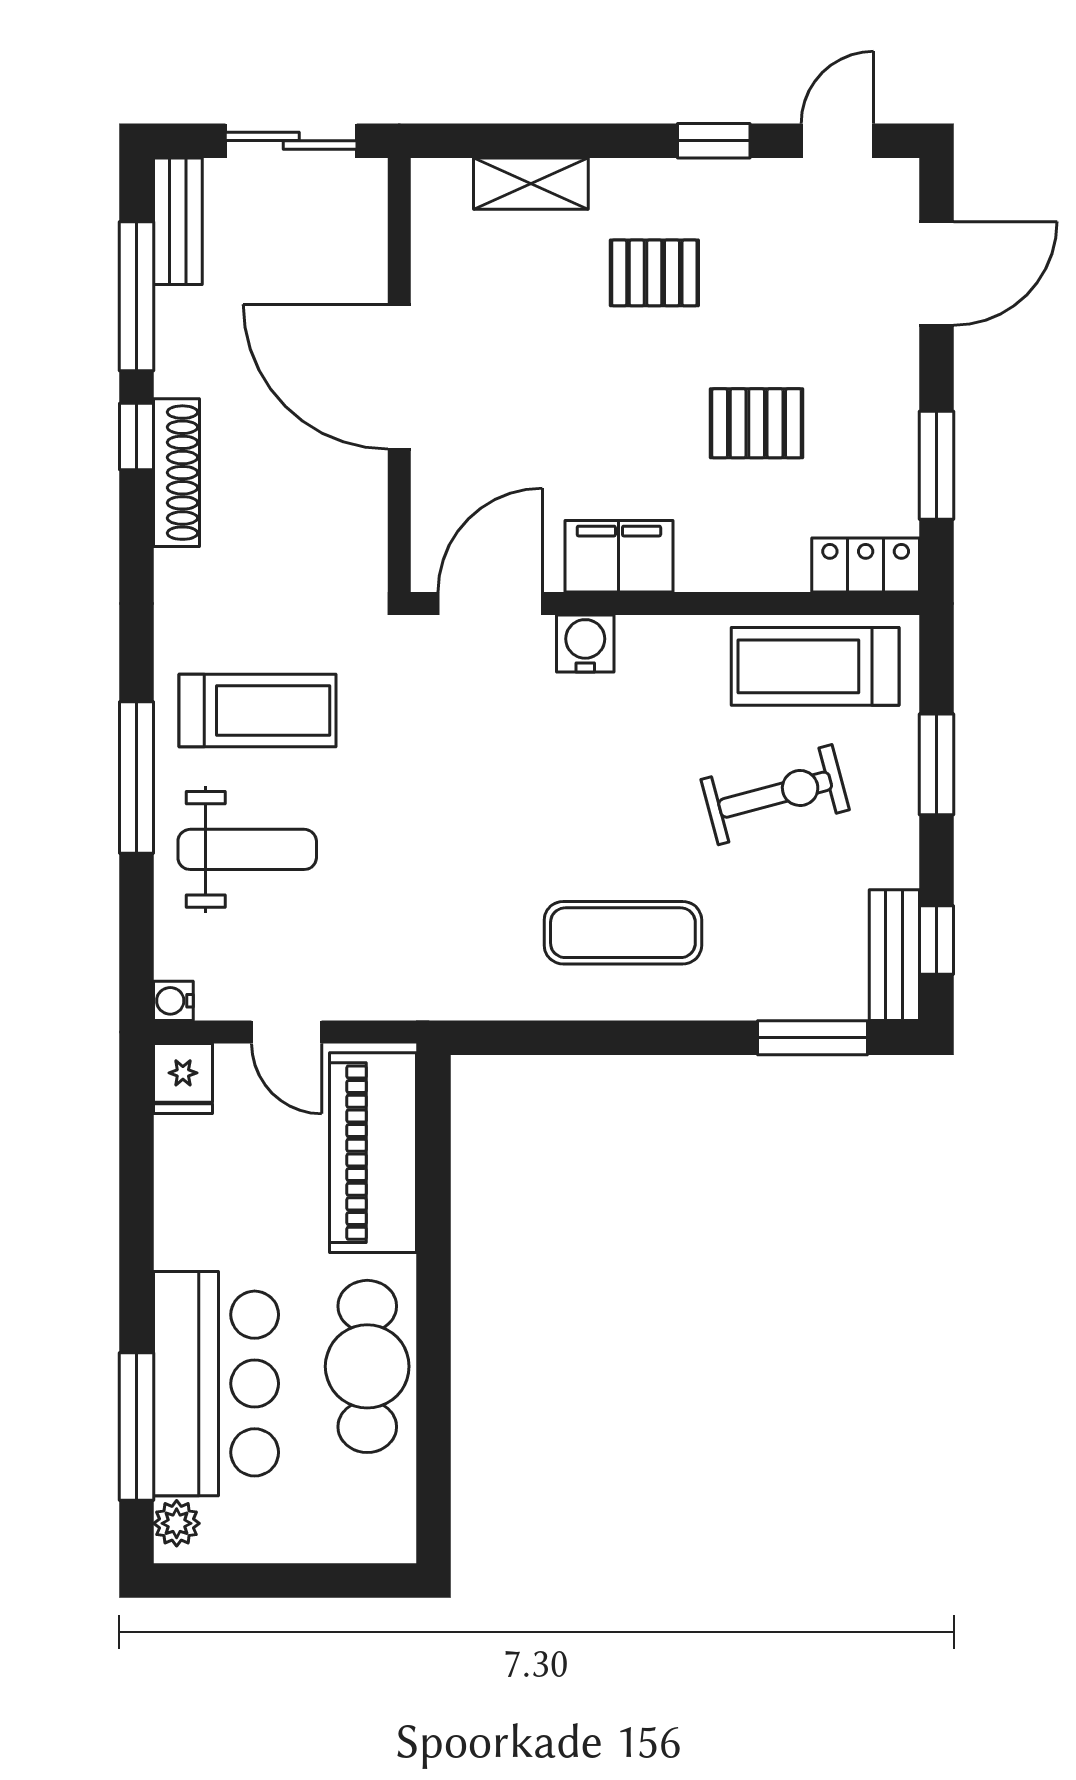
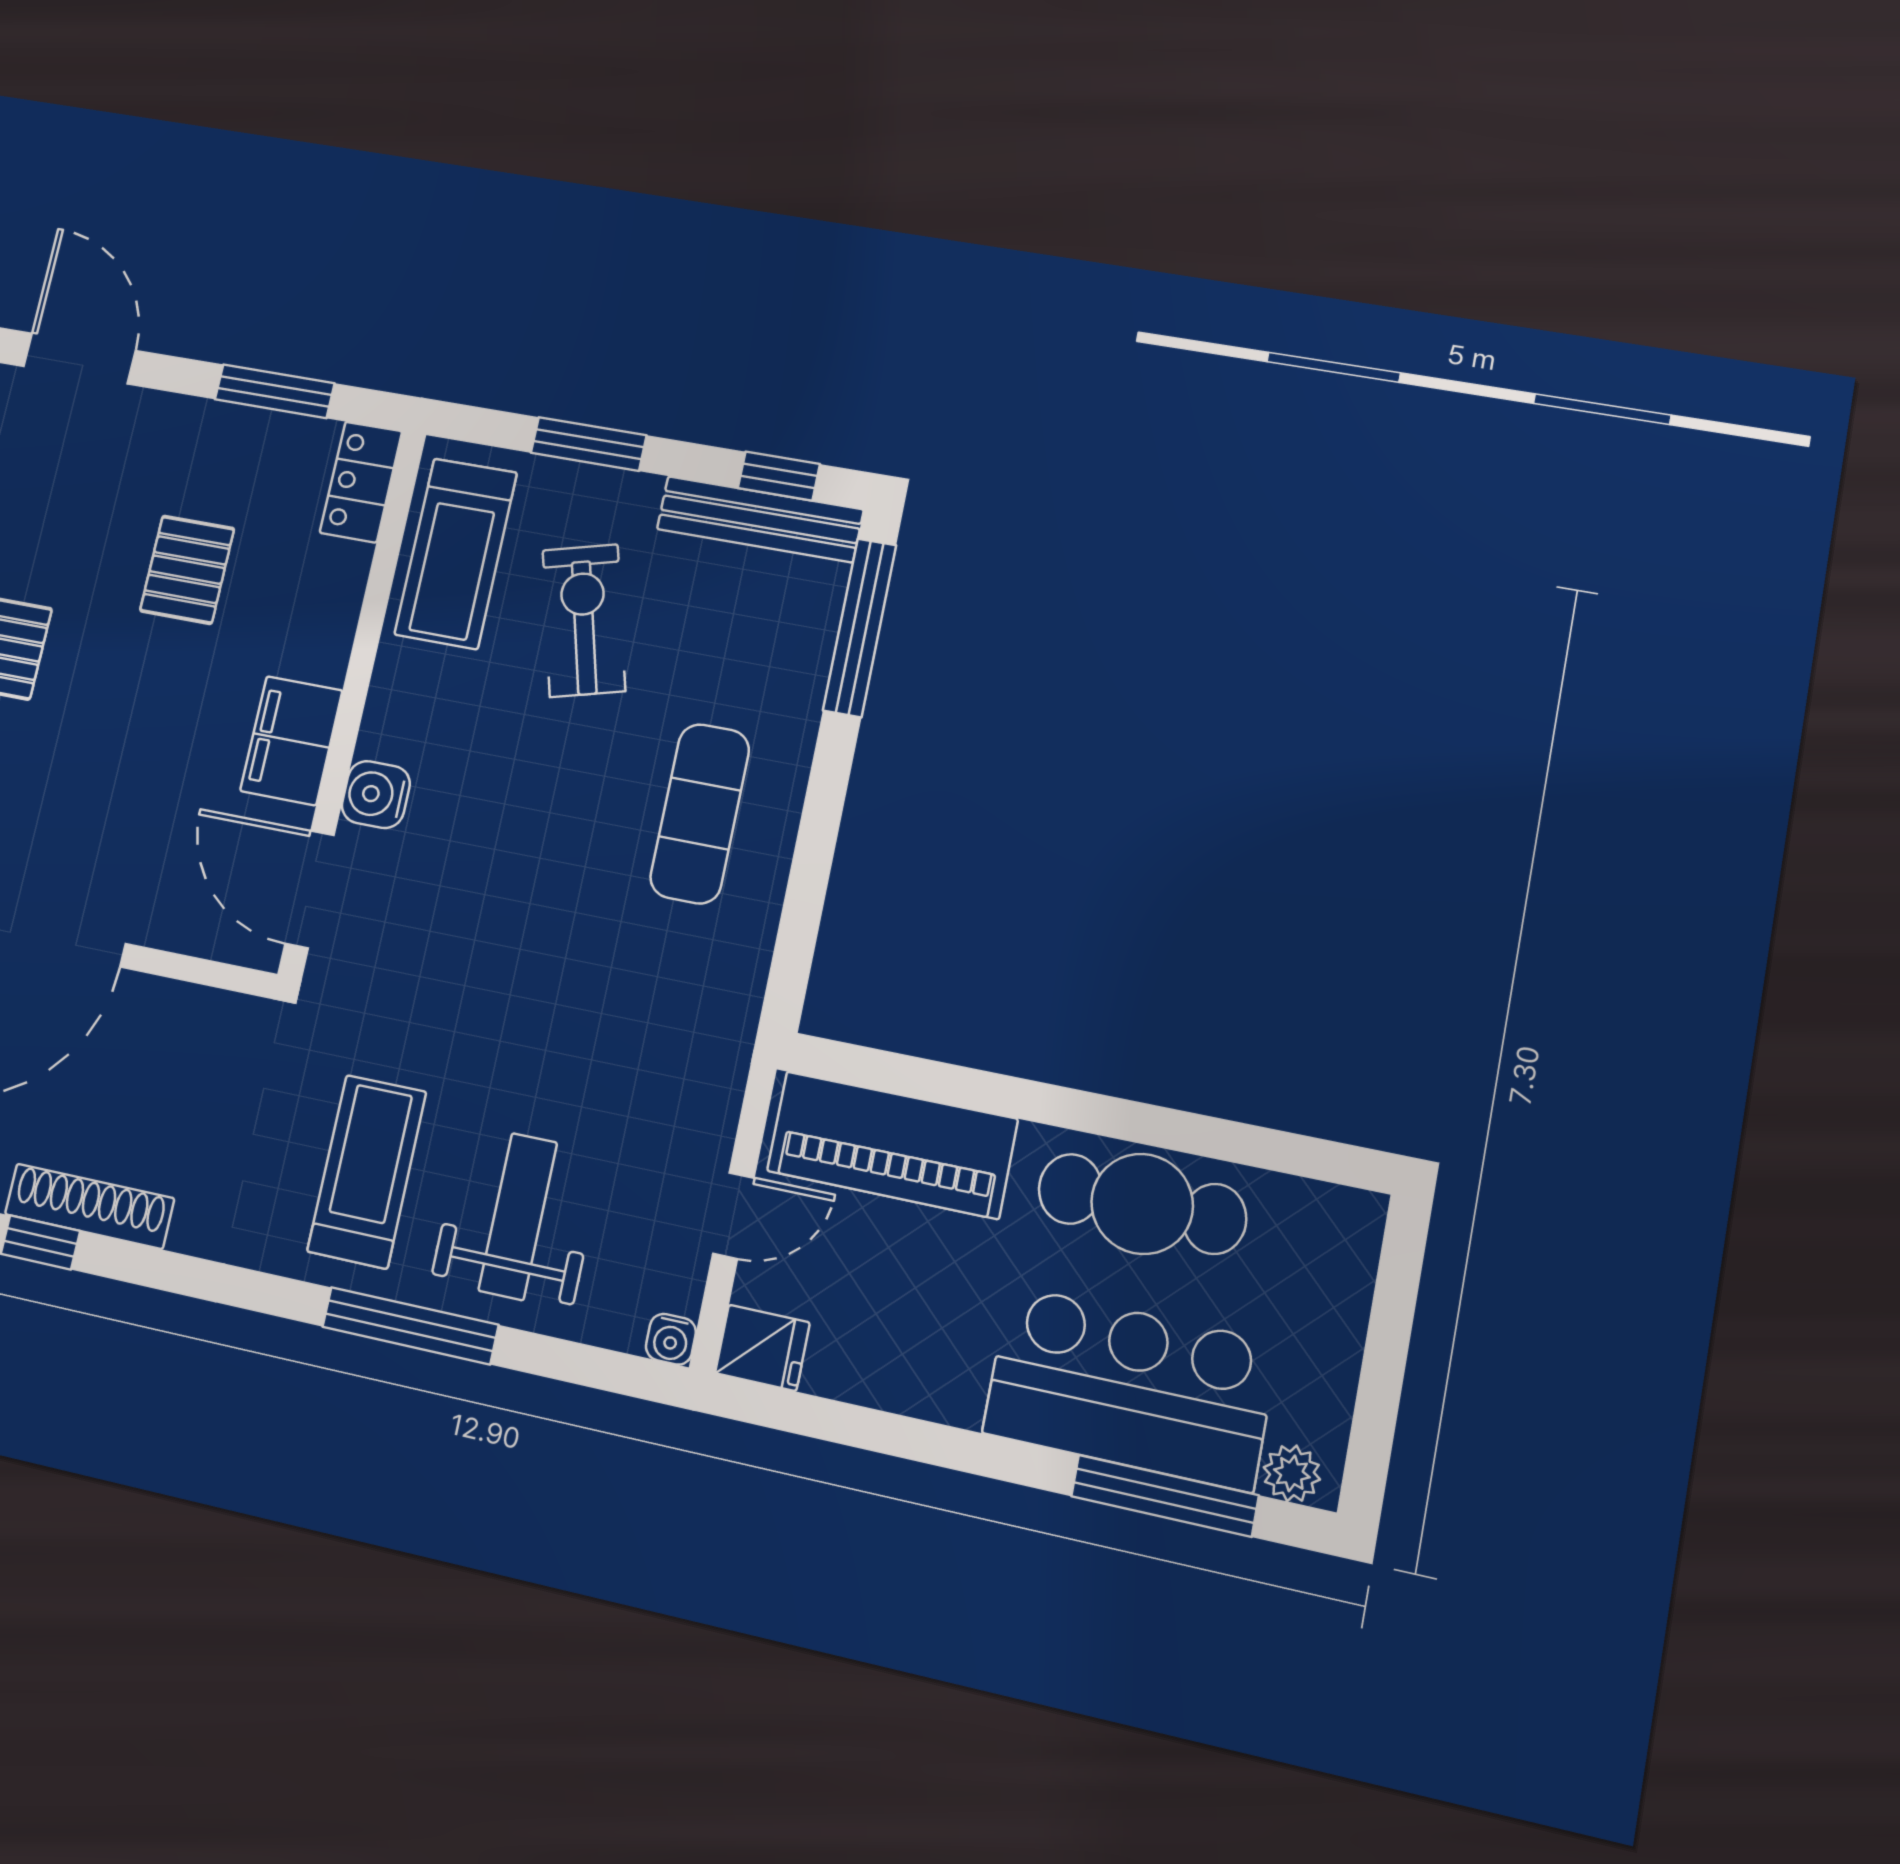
bench: (894, 955) -> (760, 519), width x1.36
window: (813, 1038) -> (860, 628), width x1.44

